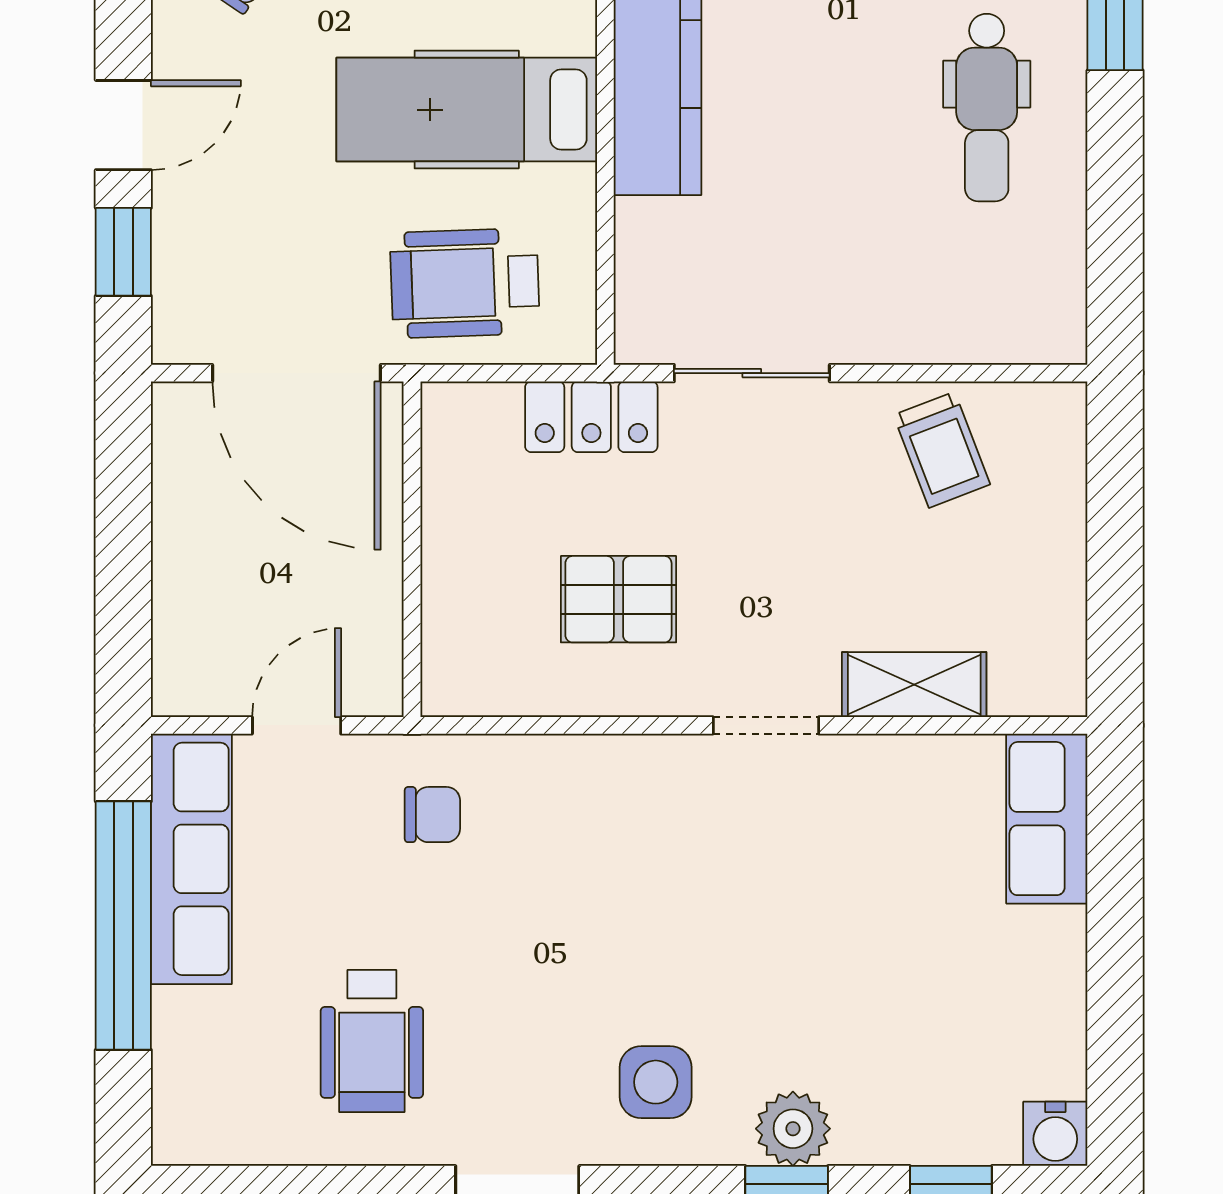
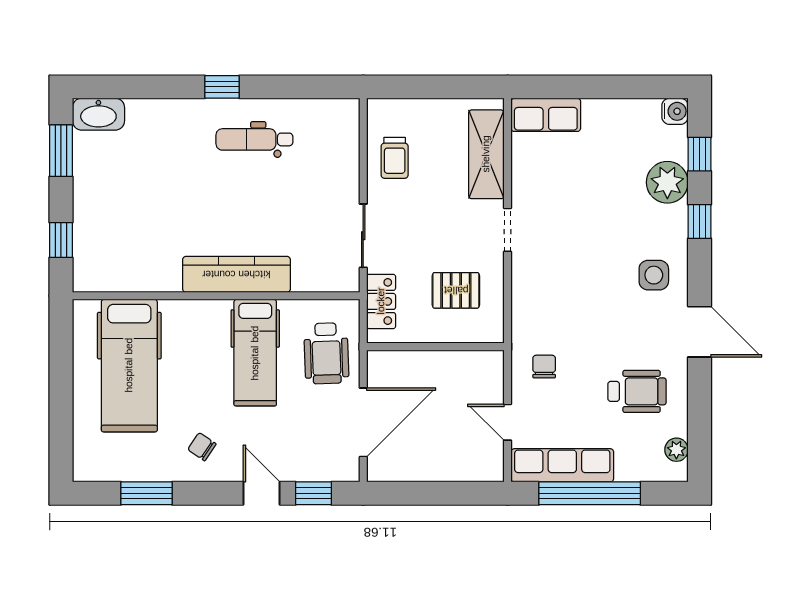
dental chair: (987, 108) -> (254, 139), turned 180
trolley: (942, 450) -> (395, 158), turned 111
wall: (412, 549) -> (435, 347), moved
pallet: (618, 599) -> (456, 290), turned 90
shelving: (914, 685) -> (486, 154), width x1.50, depth x1.33
plant: (793, 1129) -> (667, 182), moved, width x1.36, depth x1.36
plant: (230, 1137) -> (676, 450), added

